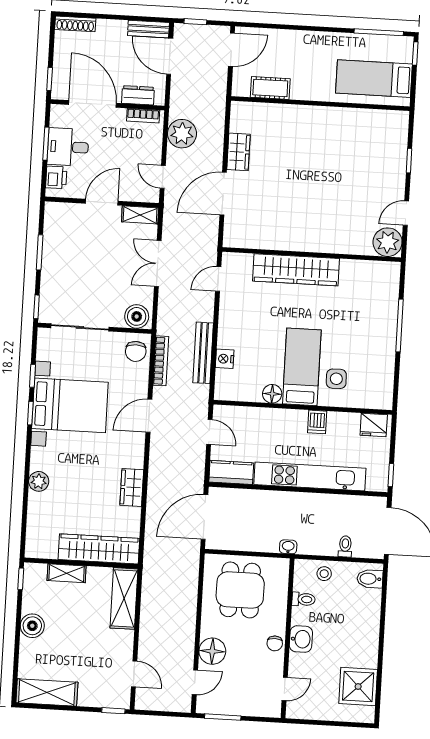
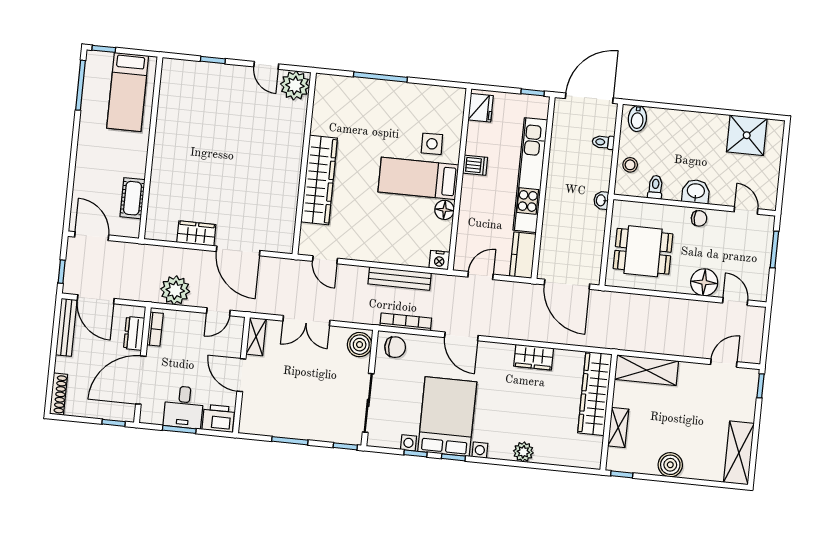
bench: (148, 29) -> (66, 327), width x1.36
door: (170, 56) -> (96, 299), hinge flipped
printer: (56, 177) -> (218, 418), width x1.36, depth x1.24
nightstand: (225, 359) -> (439, 260), moved
window: (223, 717) -> (774, 250), moved

